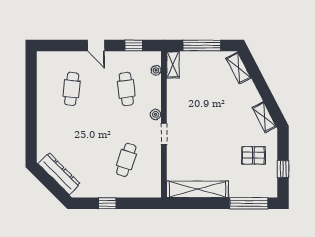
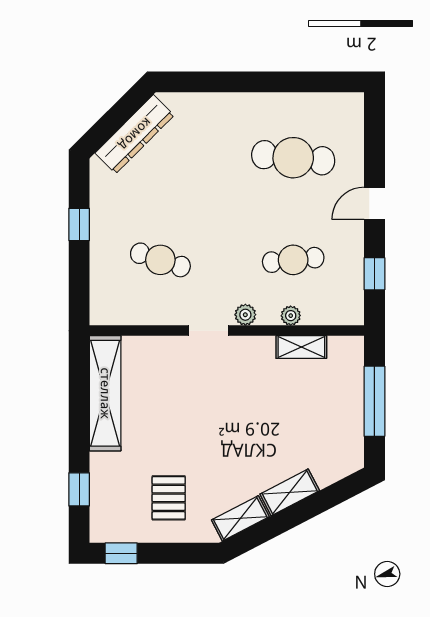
shelving: (173, 64) -> (301, 347), moved
shelving: (239, 68) -> (290, 492), moved
plant: (156, 70) -> (291, 316), moved
cafe table: (72, 89) -> (293, 158), width x1.37, depth x1.35
window: (283, 169) -> (121, 553), moved
window: (249, 203) -> (79, 489), width x0.46

